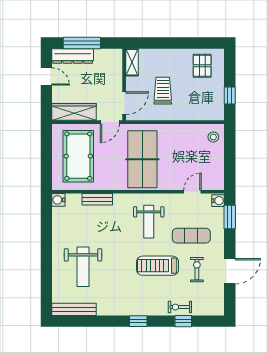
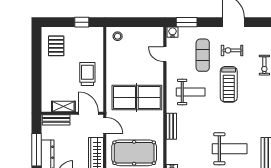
shelving: (132, 62) -> (63, 106), moved
bench: (116, 66) -> (56, 120), added
pallet: (202, 66) -> (56, 46), turned 90
trolley: (163, 91) -> (87, 74), moved, turned 90
bench: (97, 199) -> (171, 126), moved

